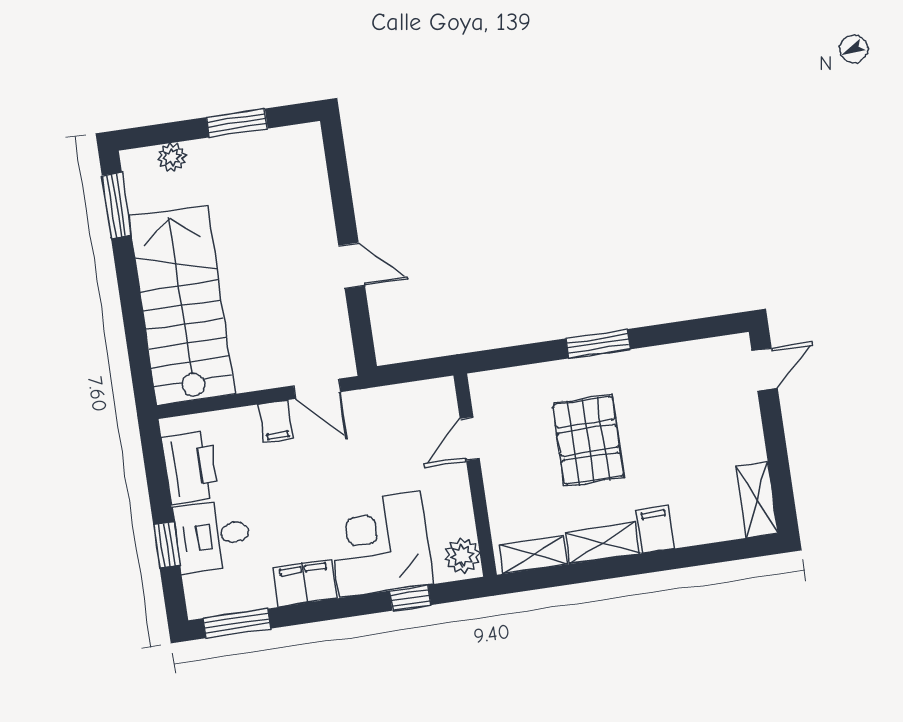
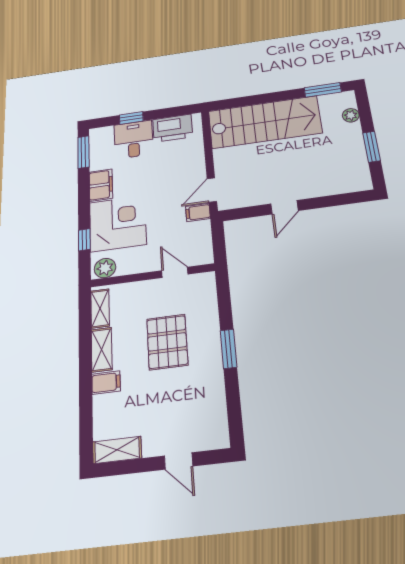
door: (765, 369) -> (179, 461), moved
filing cabinet: (276, 422) -> (198, 212), moved
pallet: (588, 440) -> (167, 342), turned 90

